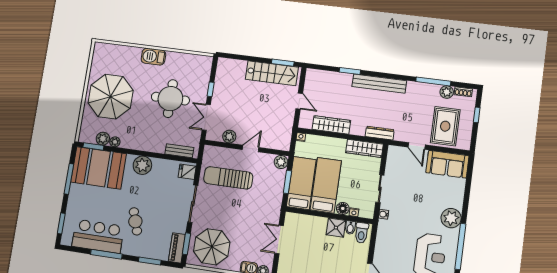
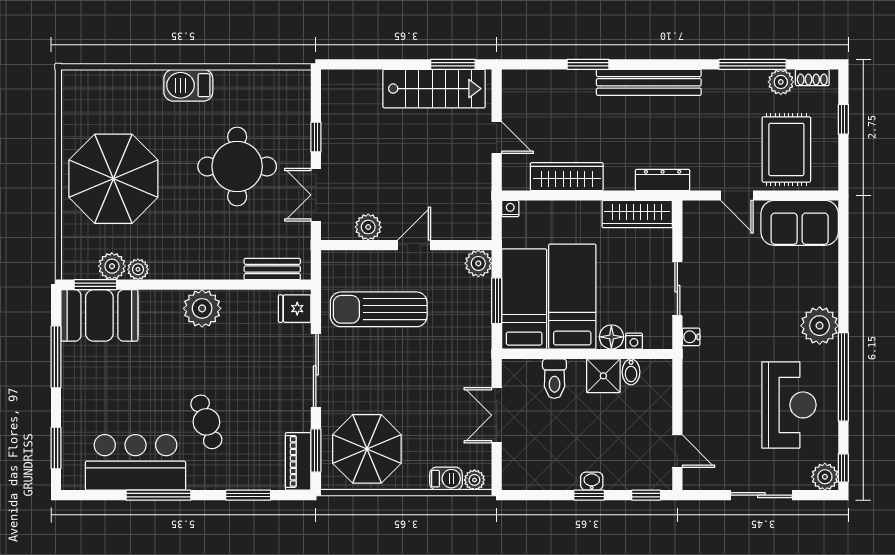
booth: (99, 168) -> (99, 315), width x0.73, depth x0.70
toilet: (361, 233) -> (554, 379), moved

